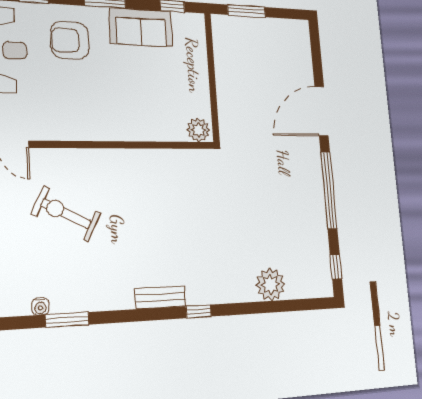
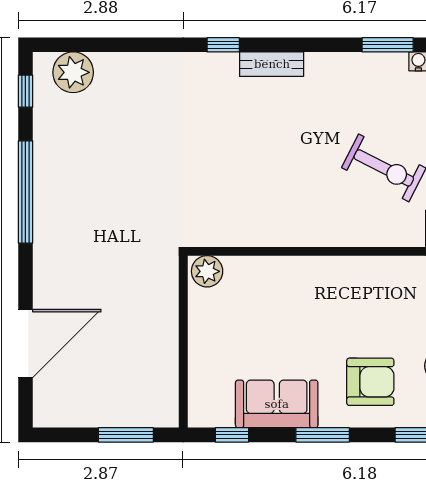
door: (321, 111) -> (25, 343), moved
plant: (270, 285) -> (73, 72), moved

